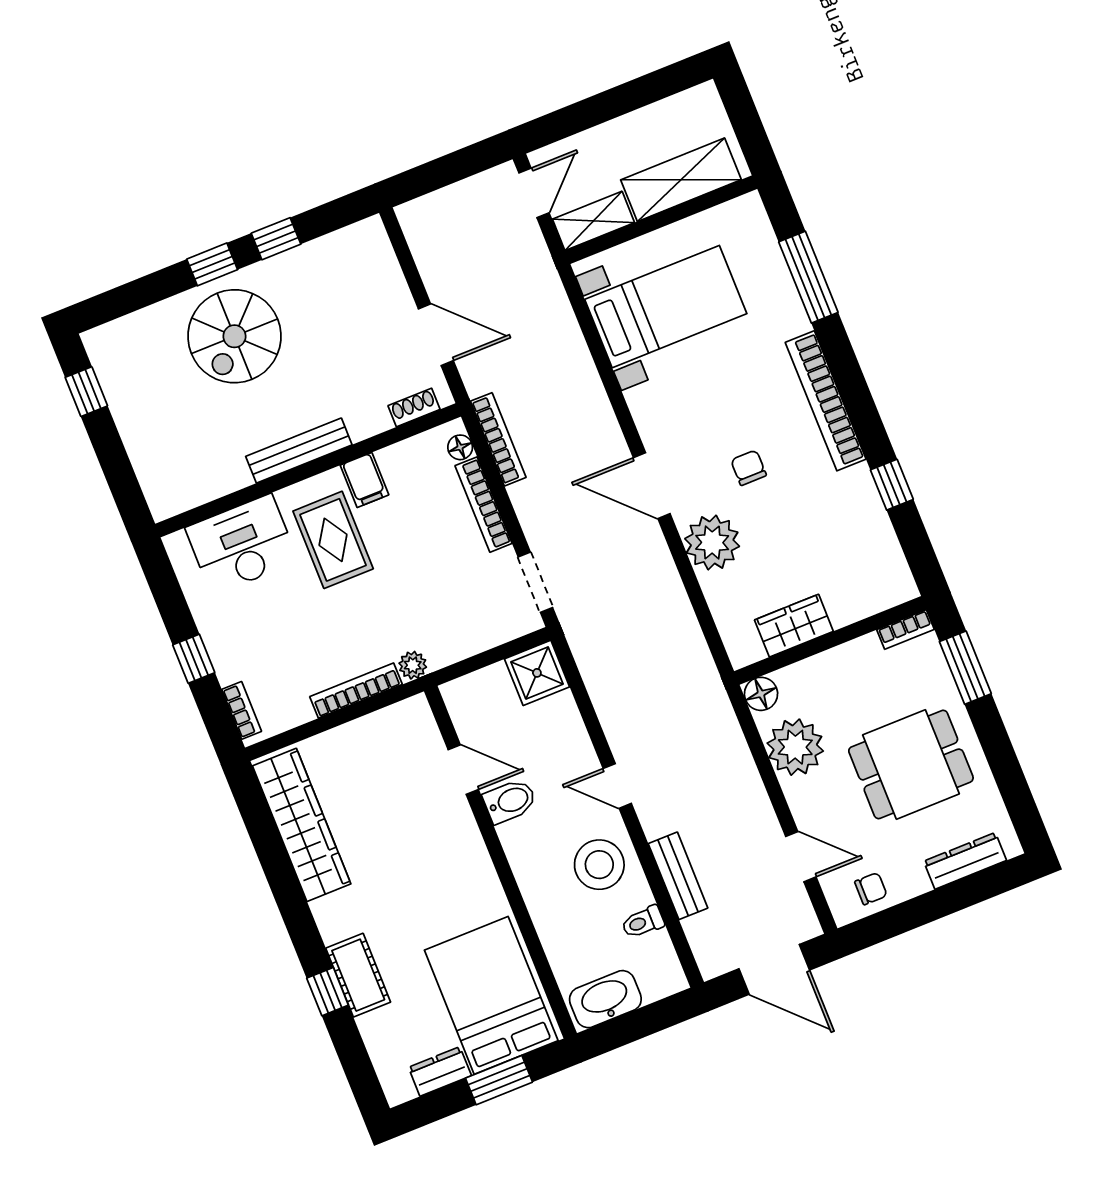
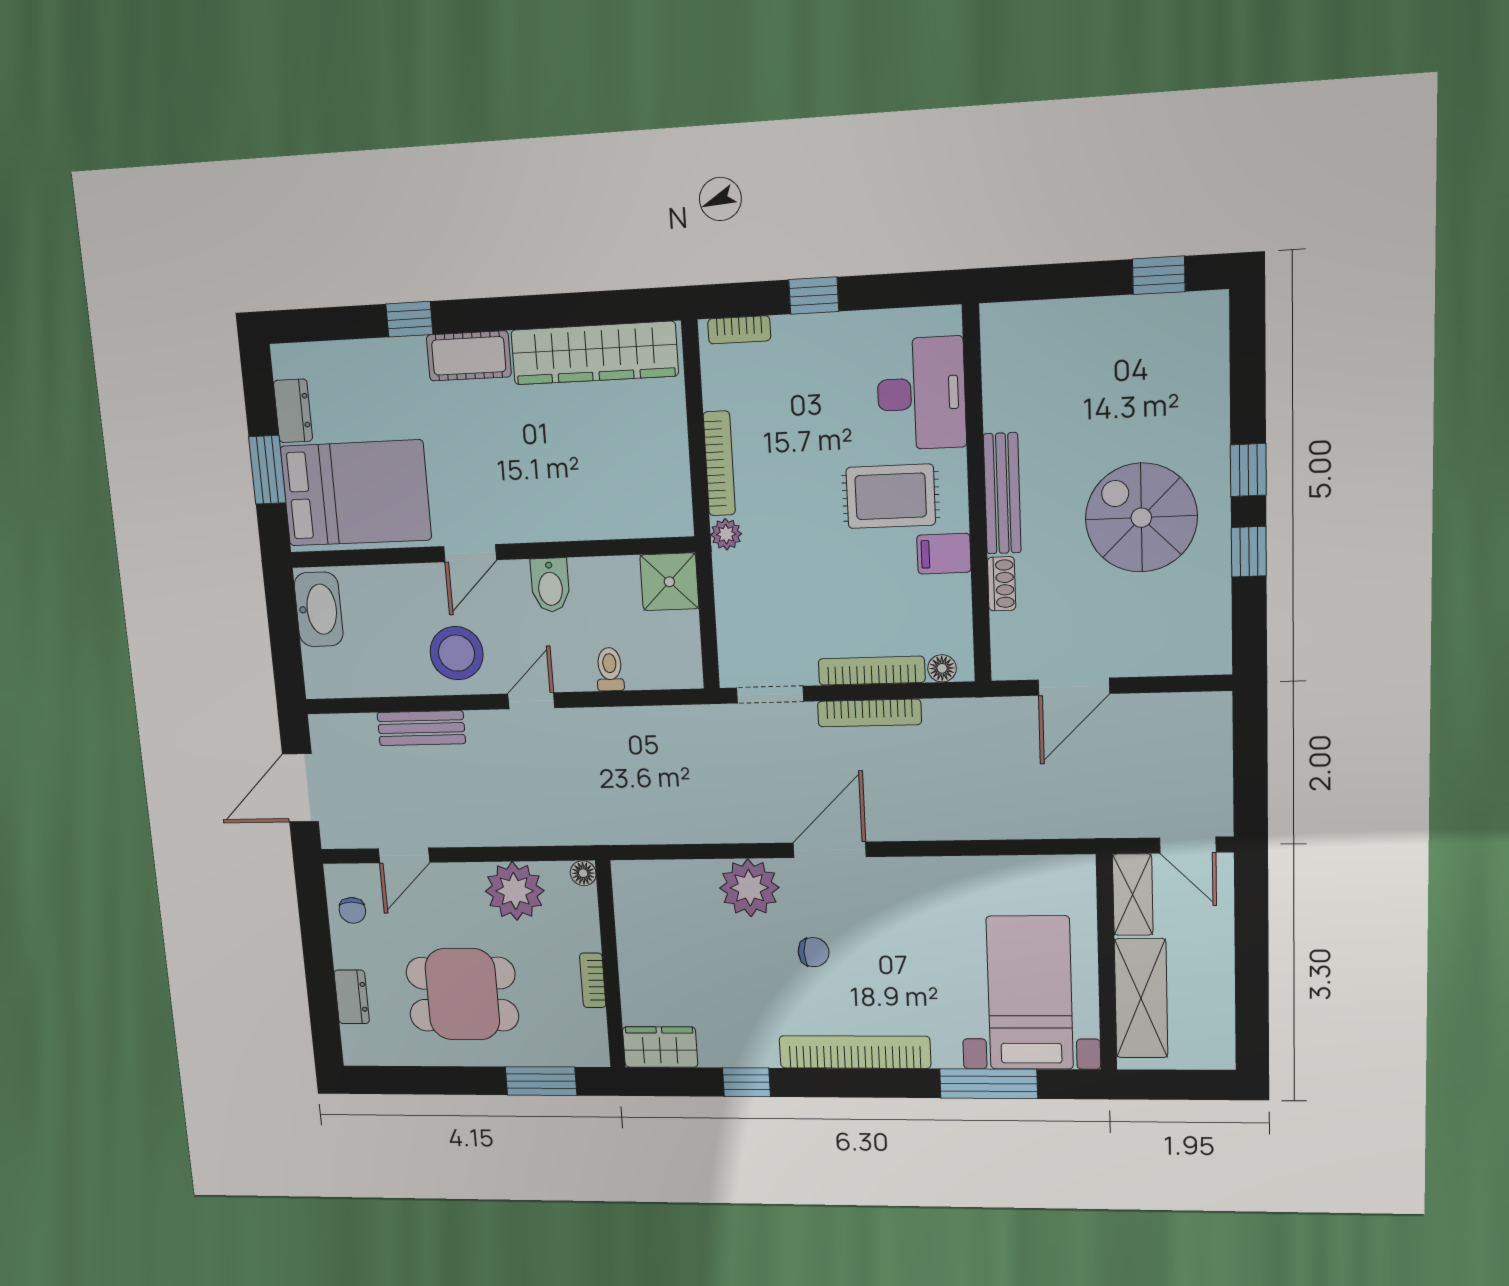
bed with nightstands: (666, 307) -> (1030, 993), moved, turned 180
spiral stairs: (234, 336) -> (1141, 518), moved
shoe rack: (414, 408) -> (1002, 584), moved
bookcase: (498, 439) -> (869, 713), moved
wardrobe: (794, 626) -> (660, 1047), moved, turned -90
bookcase: (906, 629) -> (593, 980), moved
shower: (537, 673) -> (669, 582), moved
floor lamp: (761, 694) -> (583, 873), width x0.73, depth x0.73
dining table: (911, 764) -> (462, 994), turned 90
door: (463, 770) -> (470, 553), moved
dresser: (965, 861) -> (352, 997), width x0.70
toilet: (643, 922) -> (610, 669), moved
cot: (358, 975) -> (469, 356), moved

